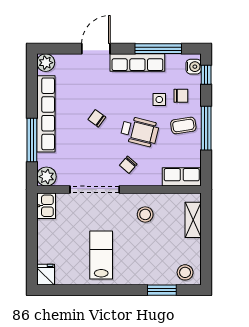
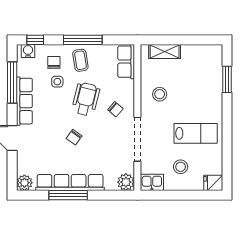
window: (32, 140) -> (68, 195), moved
lab bench: (101, 255) -> (196, 133), turned 180
stool: (185, 272) -> (181, 167), moved

